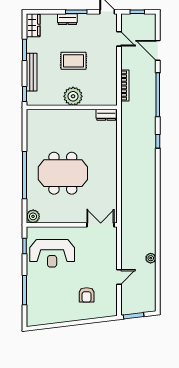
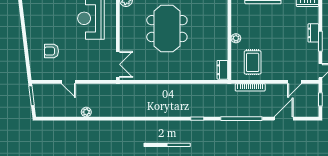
rug: (74, 61) -> (253, 62), moved
plant: (73, 96) -> (236, 38), width x0.53, depth x0.53

